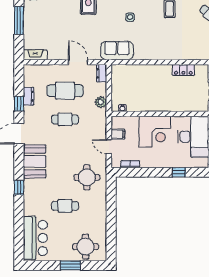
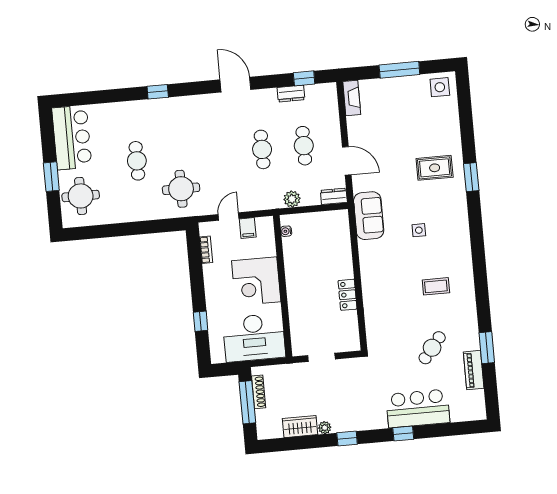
door: (78, 62) -> (347, 161), hinge flipped
locker: (183, 70) -> (348, 295), moved
cafe table: (65, 91) -> (304, 146), width x0.73, depth x0.74
window: (19, 104) -> (304, 78), moved
booth: (35, 161) -> (197, 111), removed
bar counter: (35, 238) -> (72, 137), moved, turned -90

